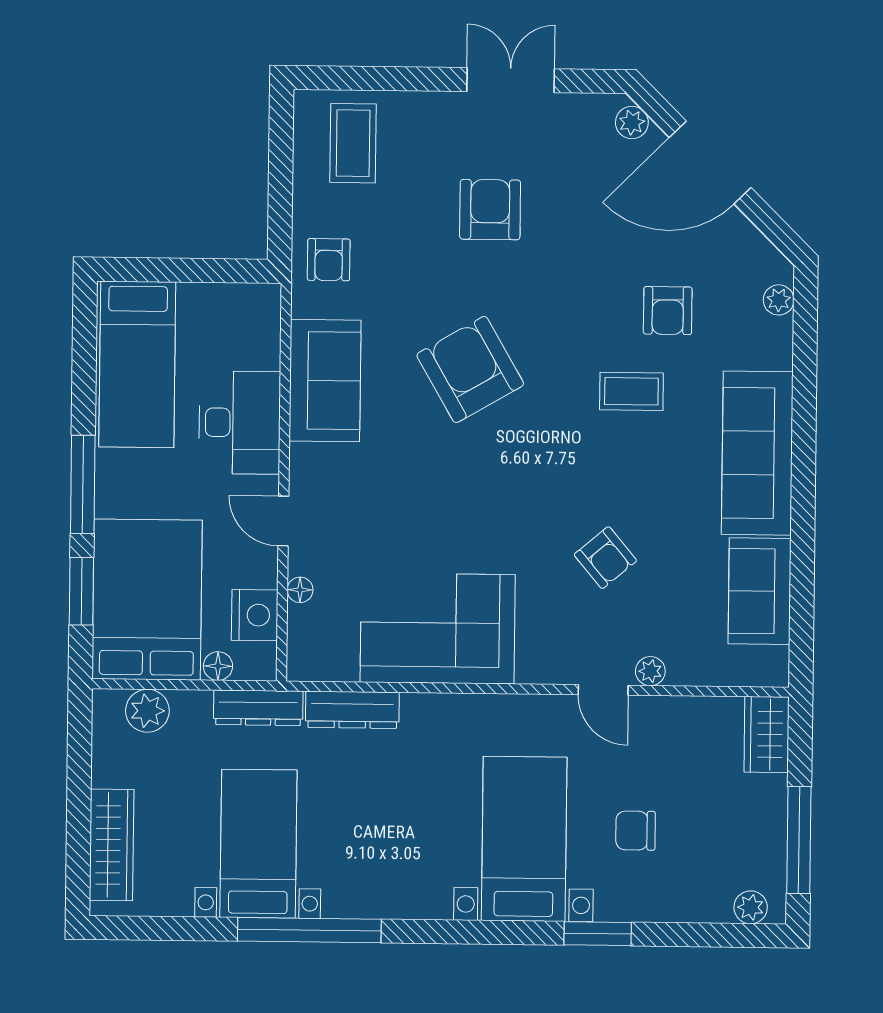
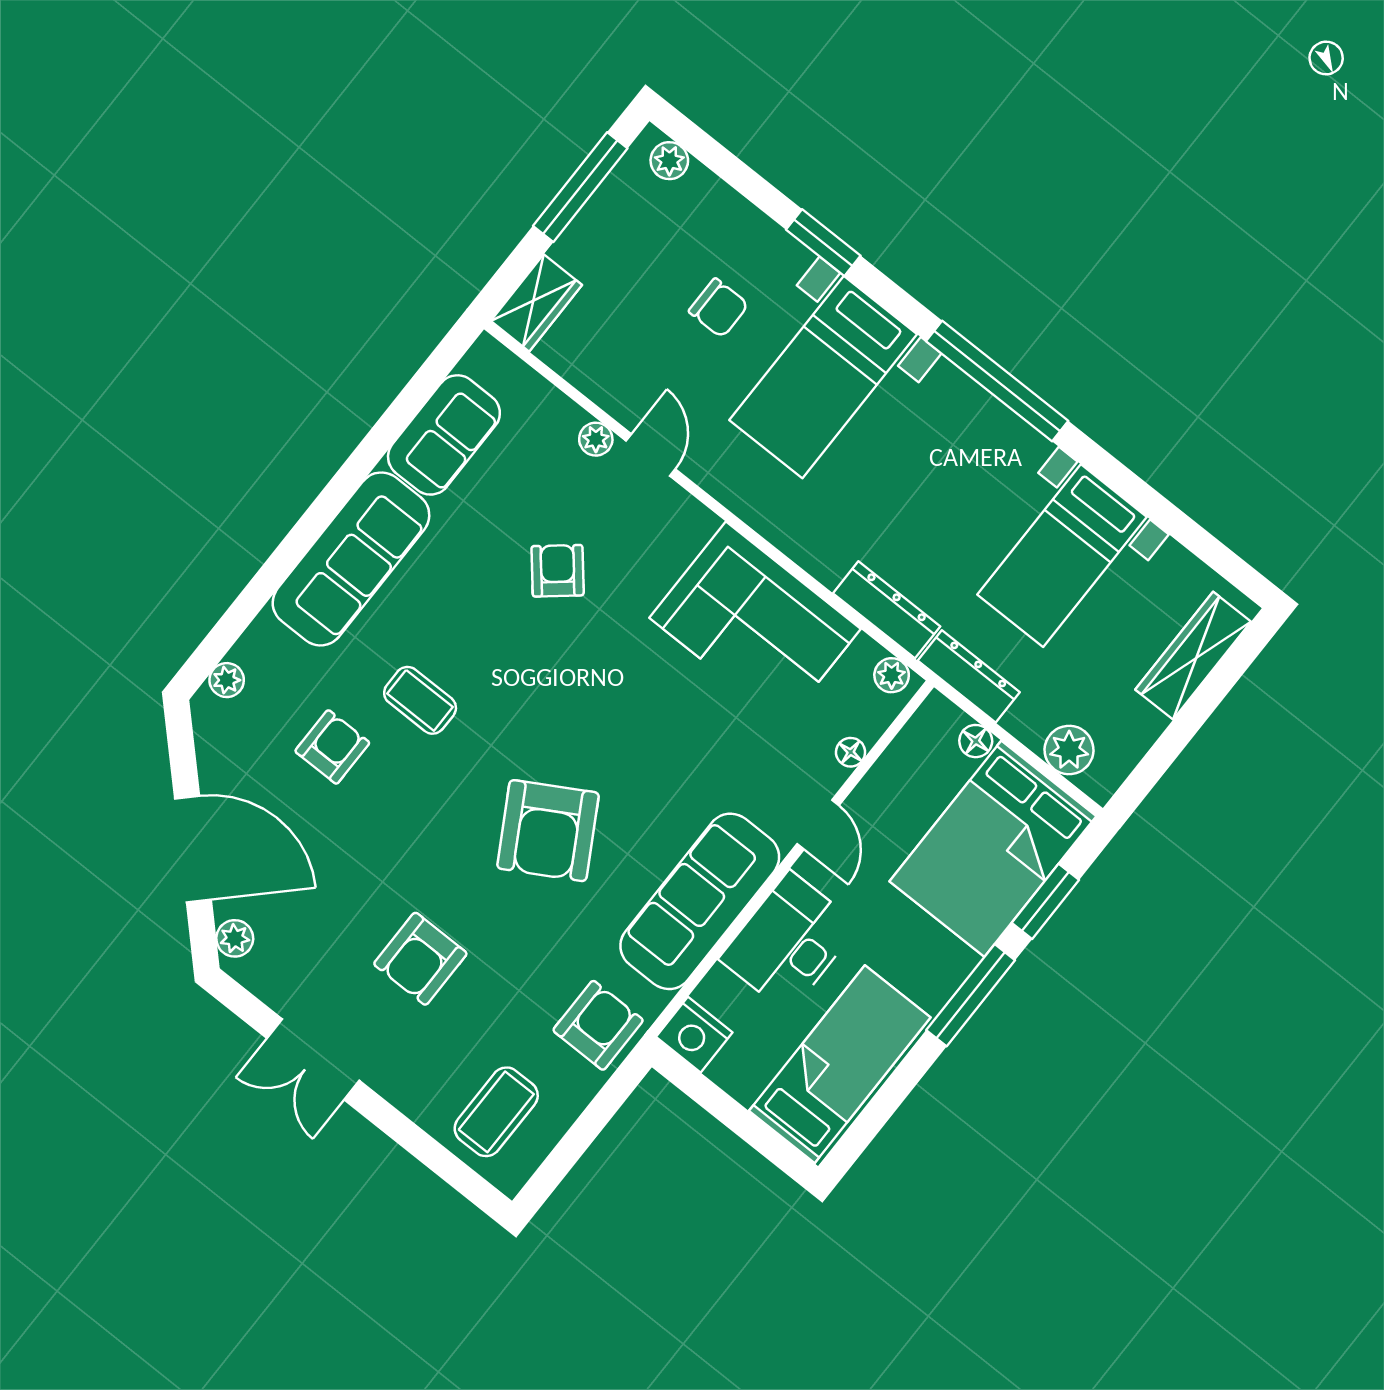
armchair: (329, 260) -> (598, 1025), width x1.38, depth x1.38
sofa: (325, 381) -> (700, 901), width x1.36
nightstand: (255, 615) -> (694, 1035), moved, turned -90
plant: (313, 666) -> (892, 675), added
window: (309, 930) -> (997, 381), moved

